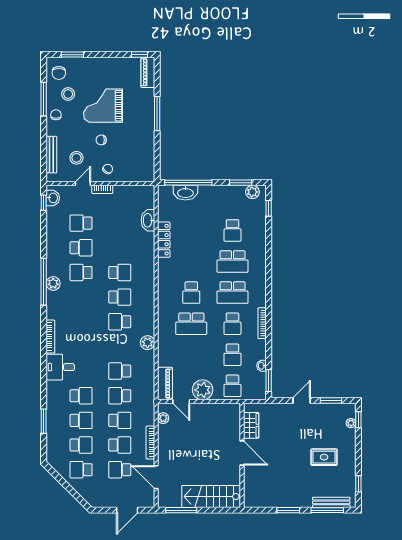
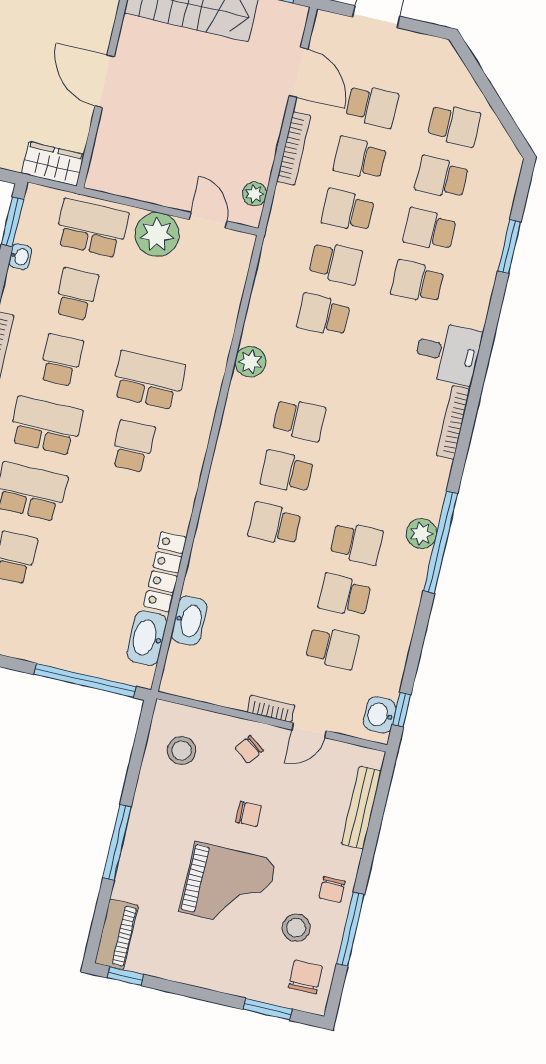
stool: (76, 158) -> (182, 751), moved
washbasin: (185, 193) -> (147, 638), moved, turned -90
school desk: (120, 371) -> (323, 315), turned 180
piano: (165, 384) -> (234, 266), removed
school desk: (232, 386) -> (92, 228), width x1.85
wardrobe: (251, 425) -> (53, 164), moved, turned 90

